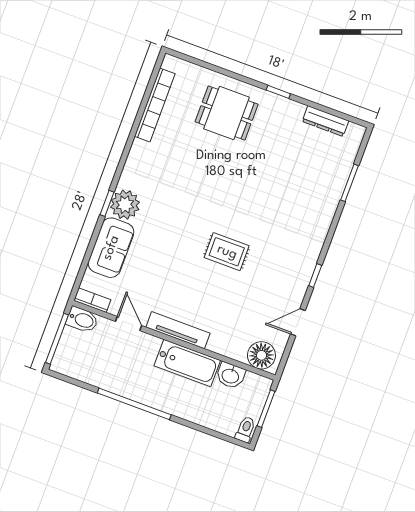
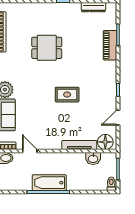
dining table: (227, 113) -> (47, 48), moved
piano: (330, 195) -> (110, 45), added
tv unit: (178, 330) -> (79, 145), moved
bathtub: (187, 363) -> (49, 183), moved, turned 180

